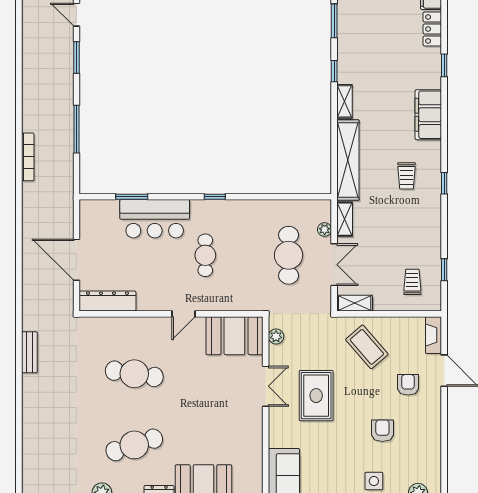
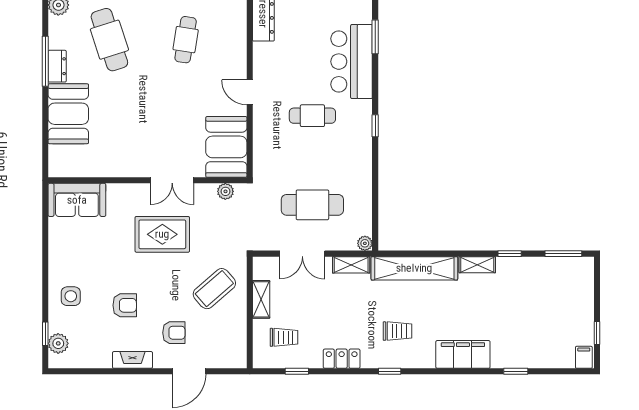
locker: (432, 29) -> (342, 359), moved
trolley: (406, 176) -> (397, 331), turned 180
plant: (325, 229) -> (365, 243), moved
shelving: (355, 303) -> (261, 299), moved
fireplace: (433, 335) -> (132, 360), moved
cafe table: (134, 374) -> (186, 40), width x0.73, depth x0.74

